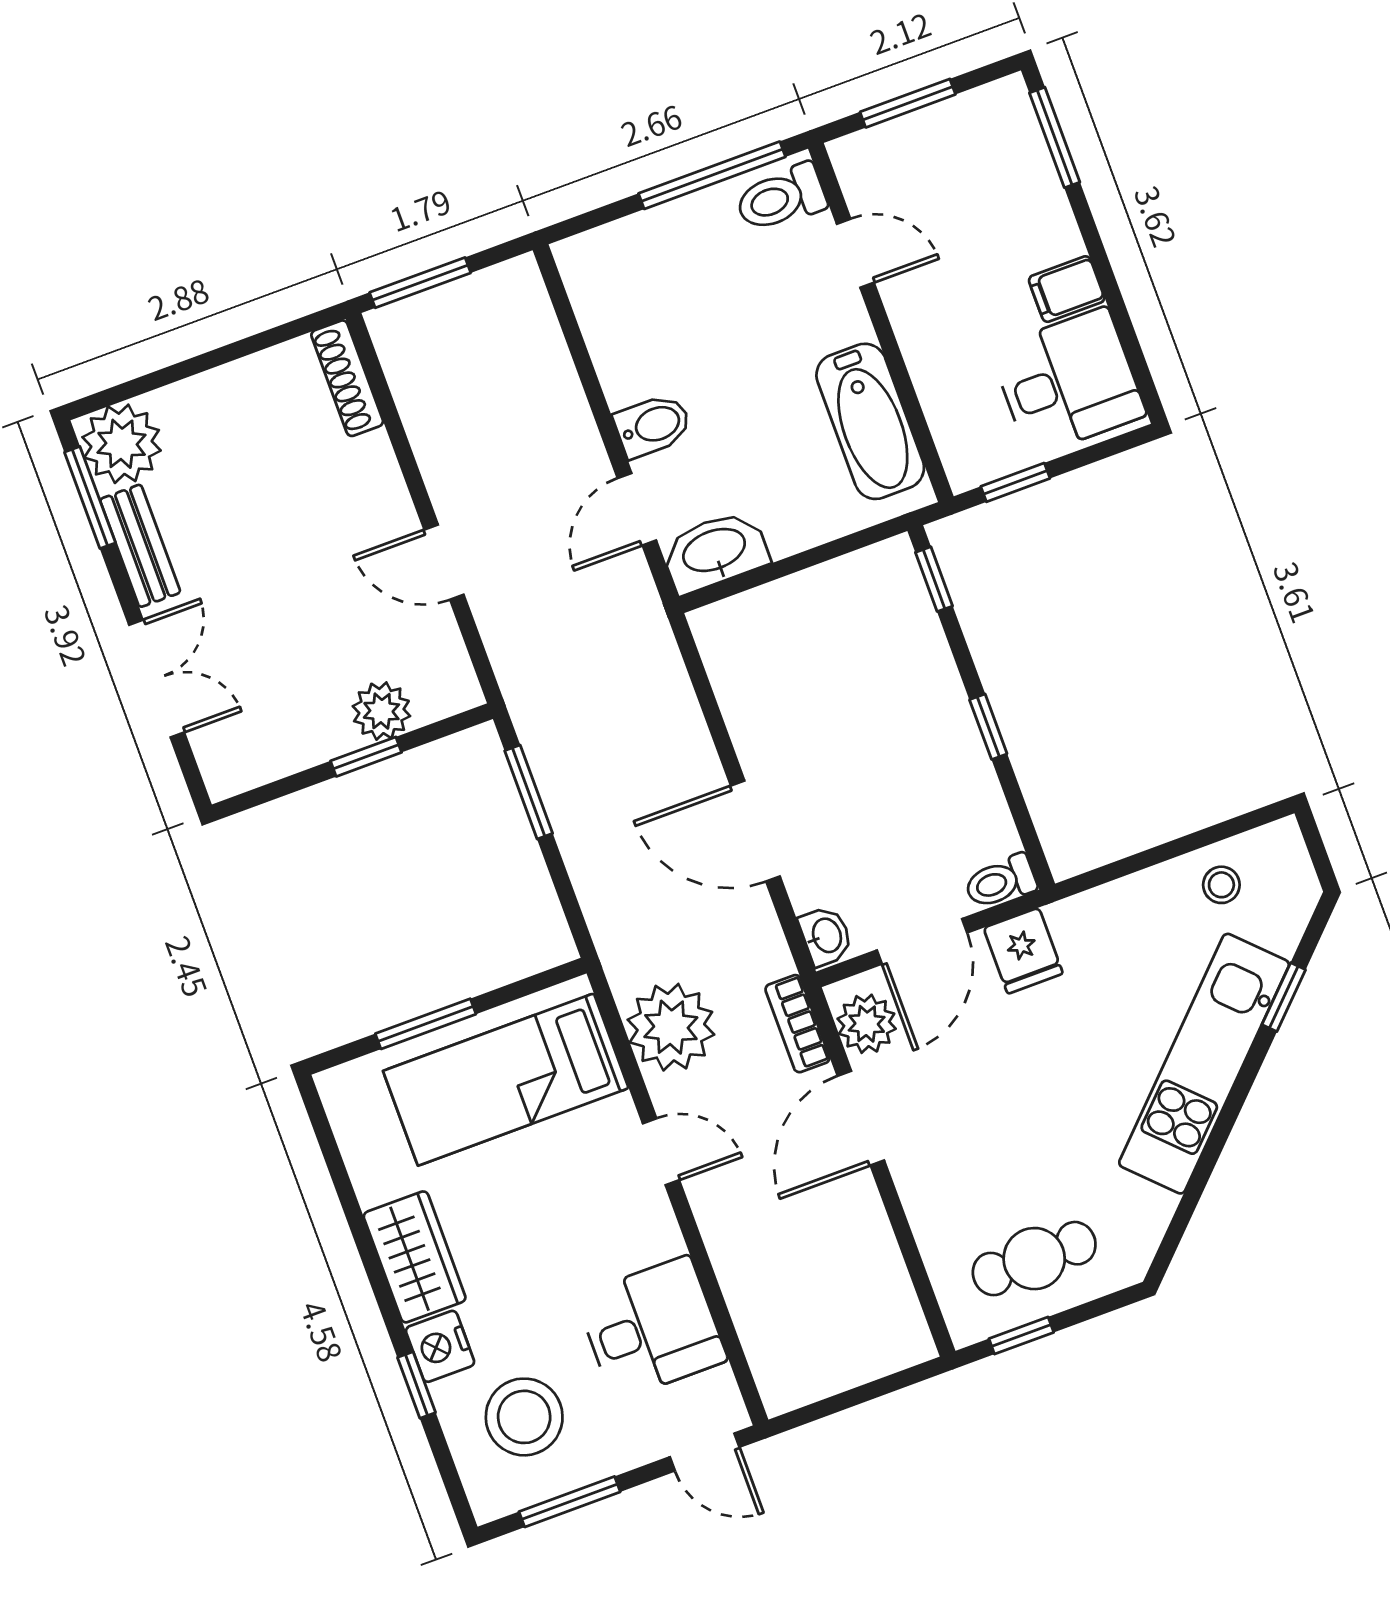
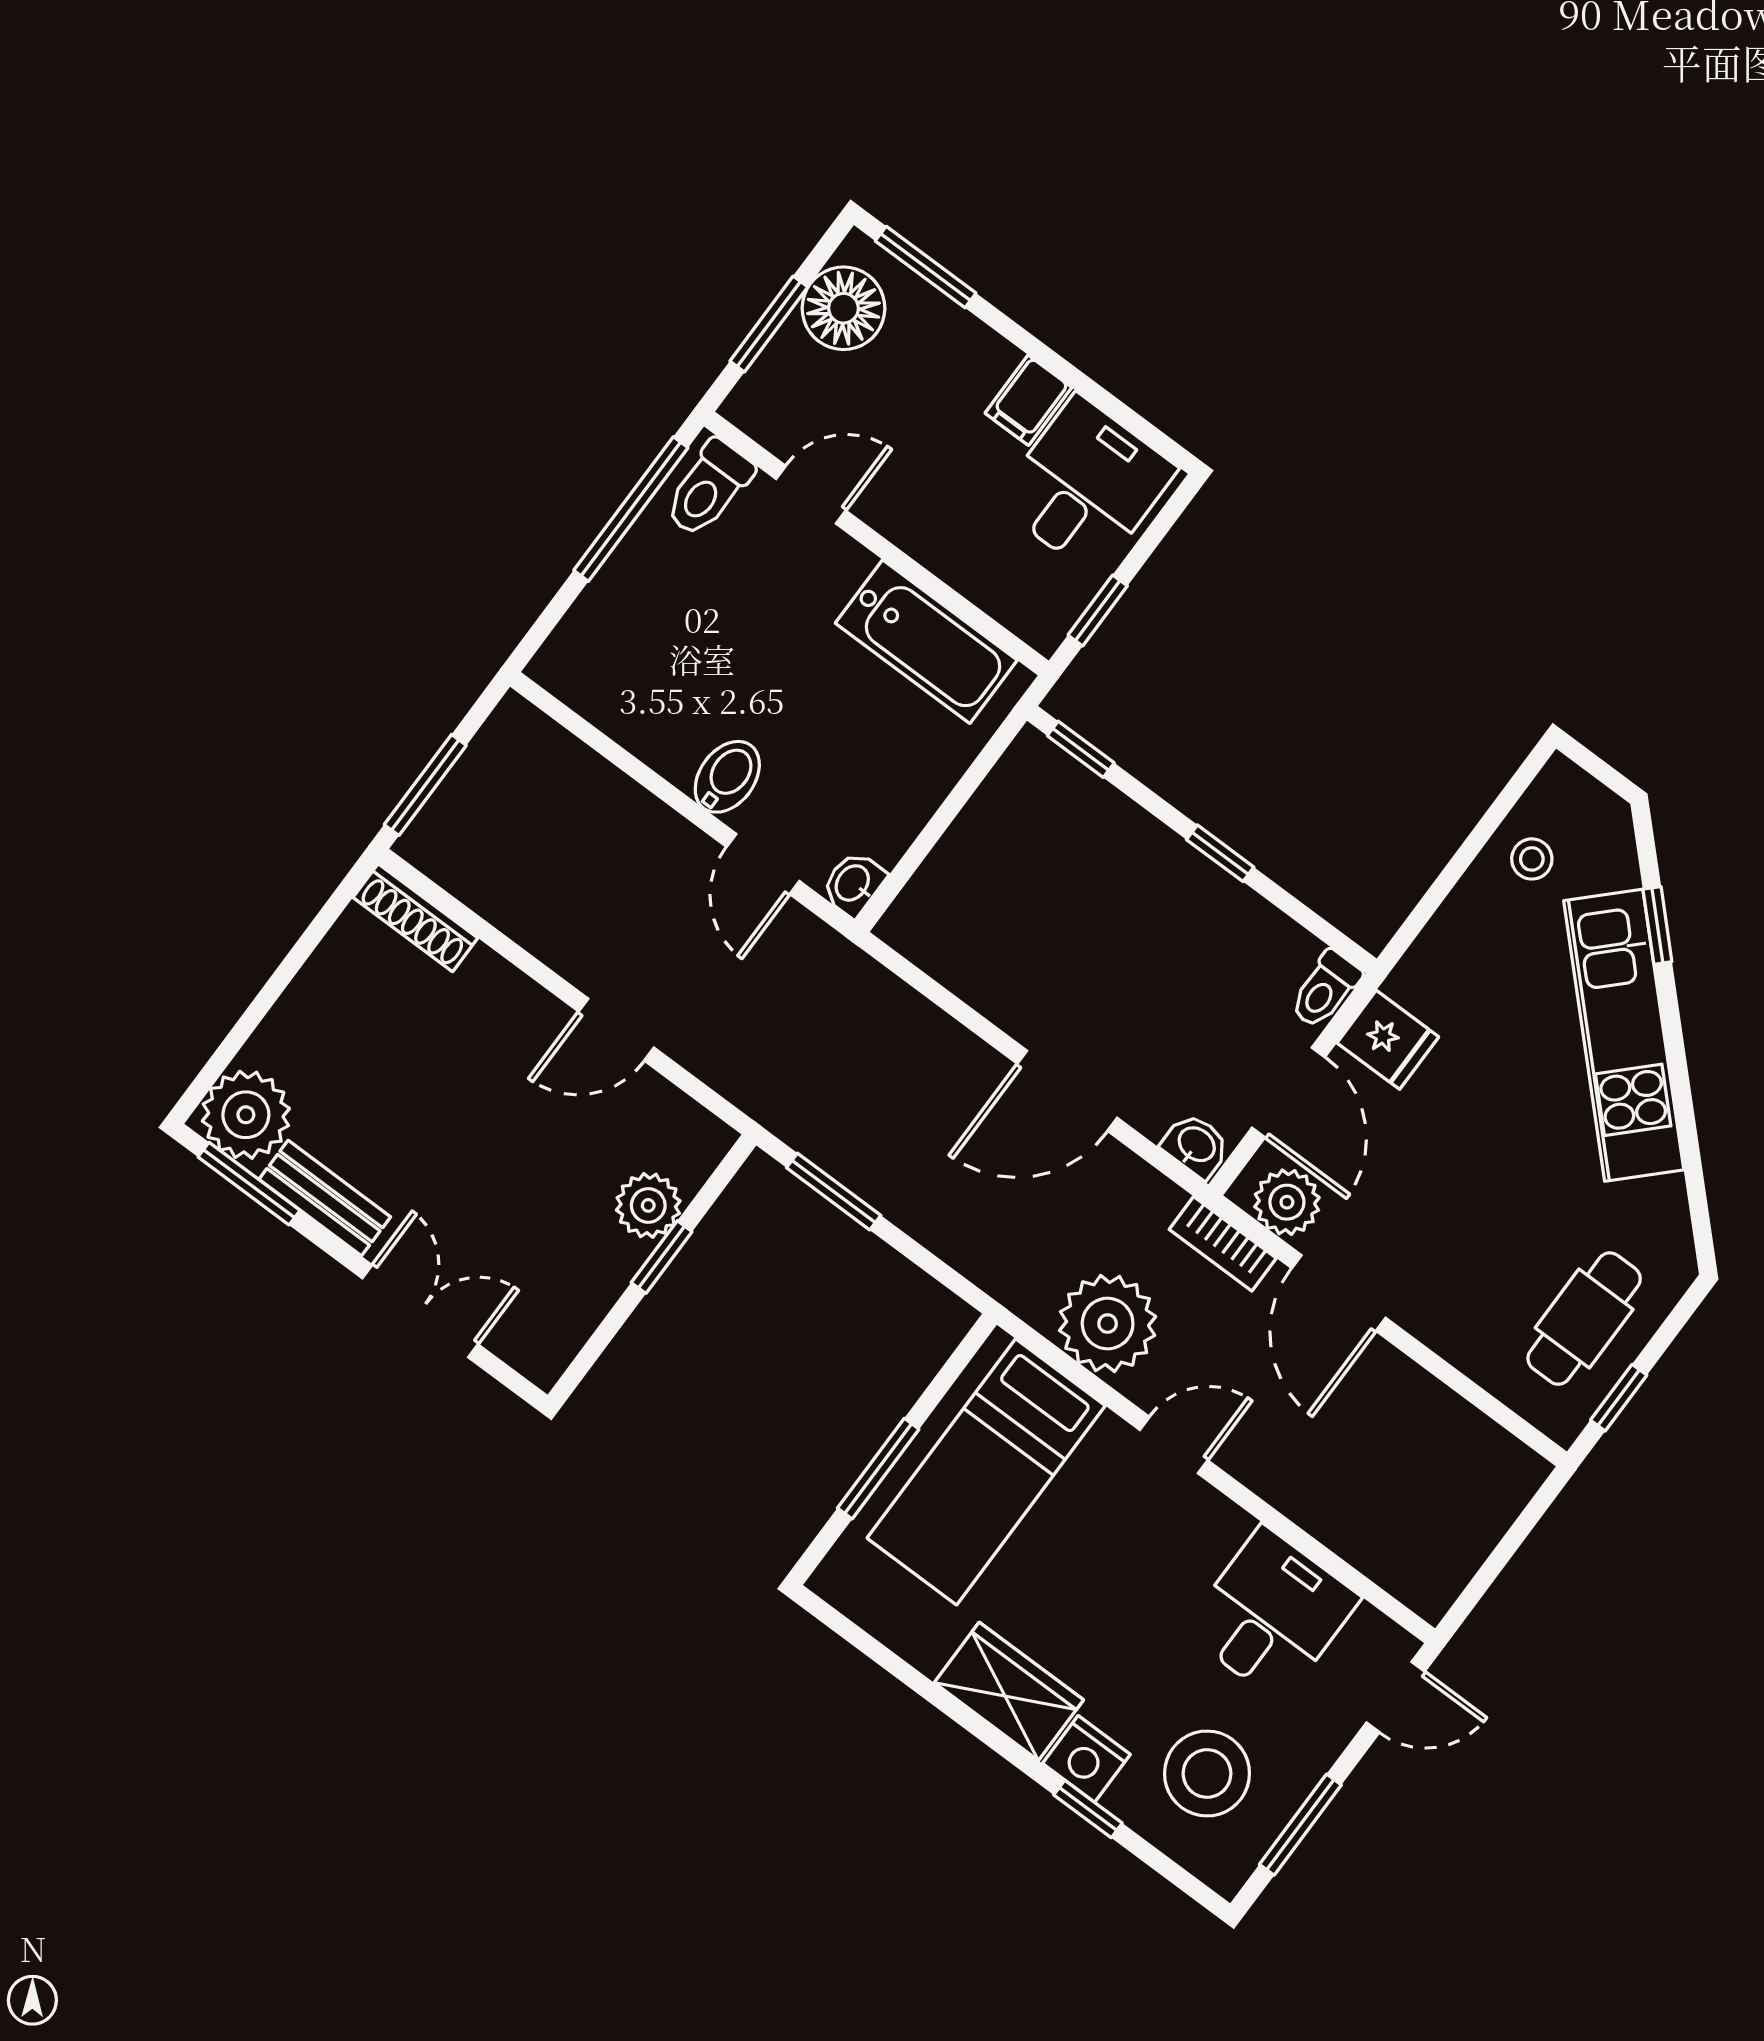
floor lamp: (972, 128) -> (843, 308), added
washbasin: (715, 552) -> (853, 884), width x0.52, depth x0.69

